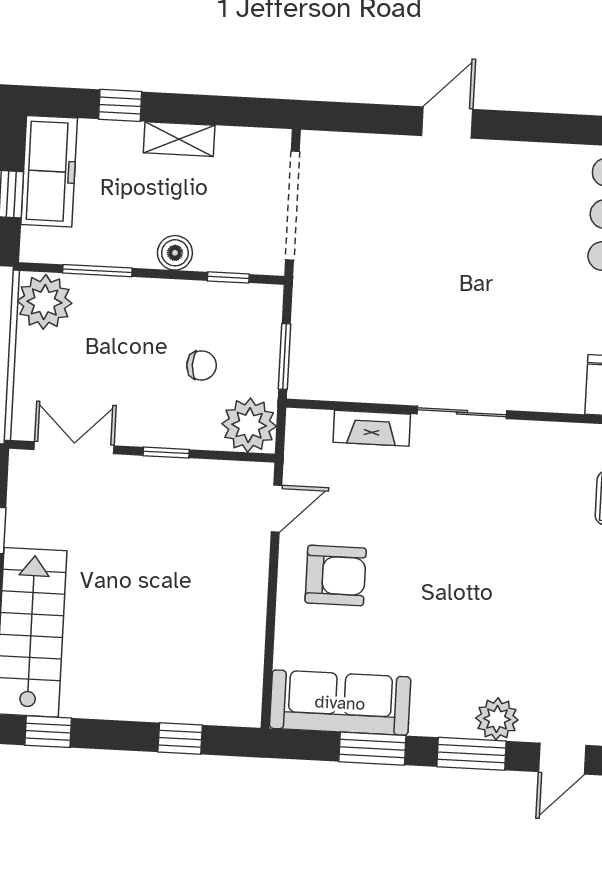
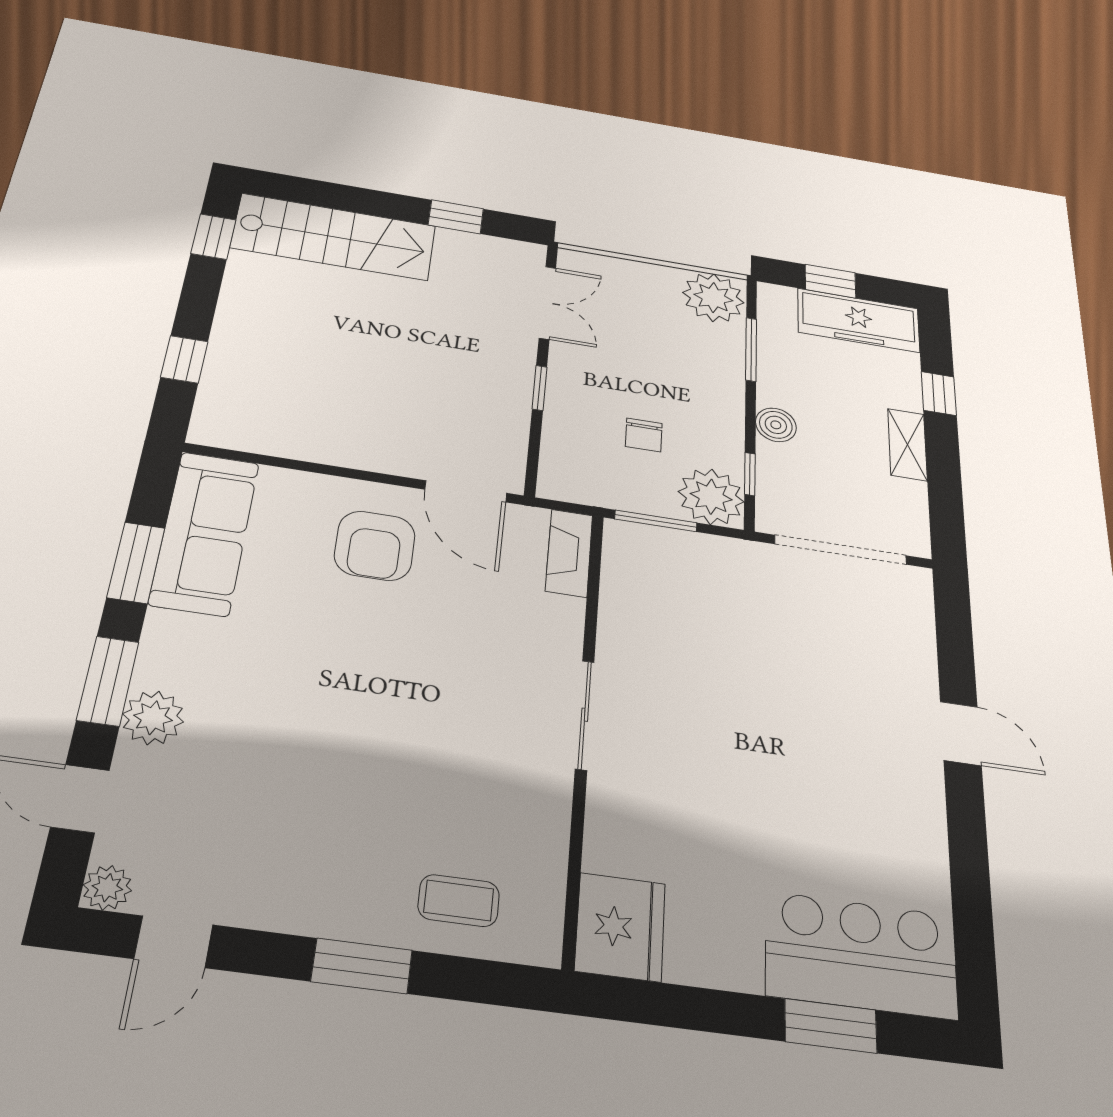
plant: (249, 425) -> (711, 497), moved
fireplace: (372, 428) -> (569, 553), moved
door: (277, 508) -> (466, 491), width x1.38

